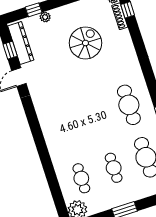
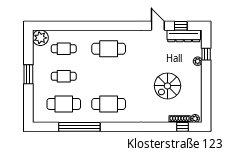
spiral stairs: (85, 43) -> (167, 86), turned 90
cafe table: (64, 126) -> (109, 49), added

